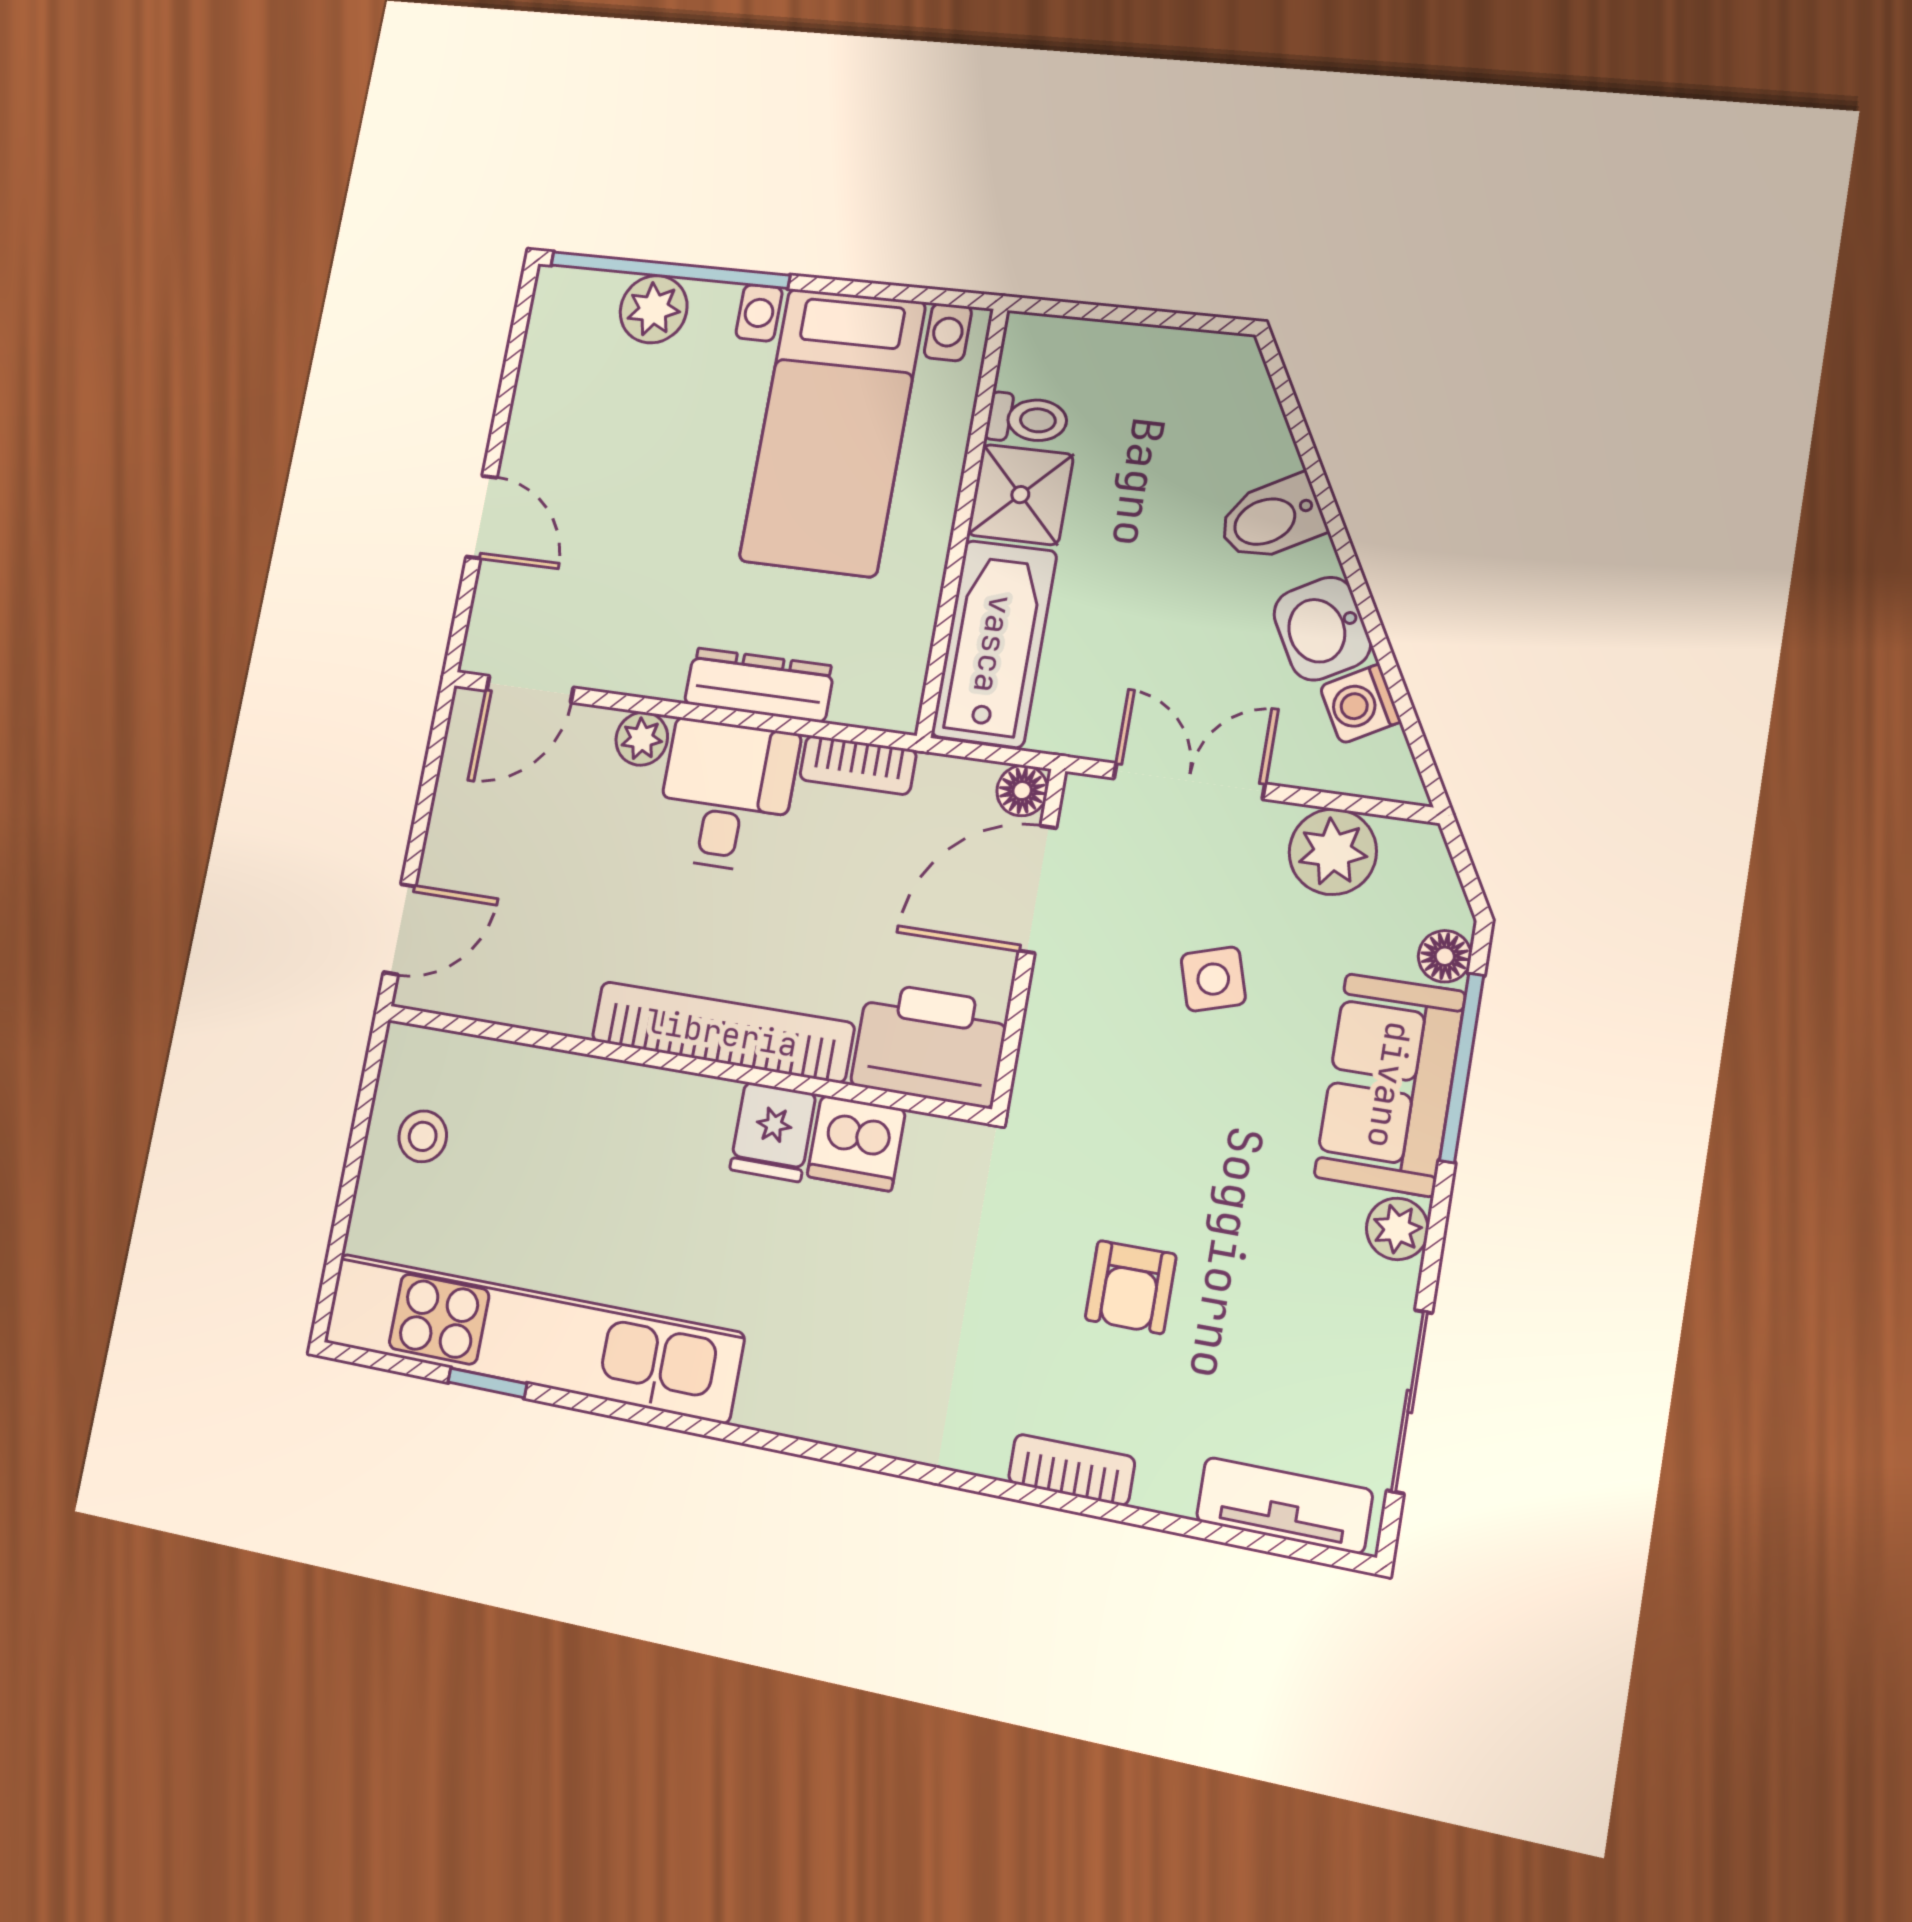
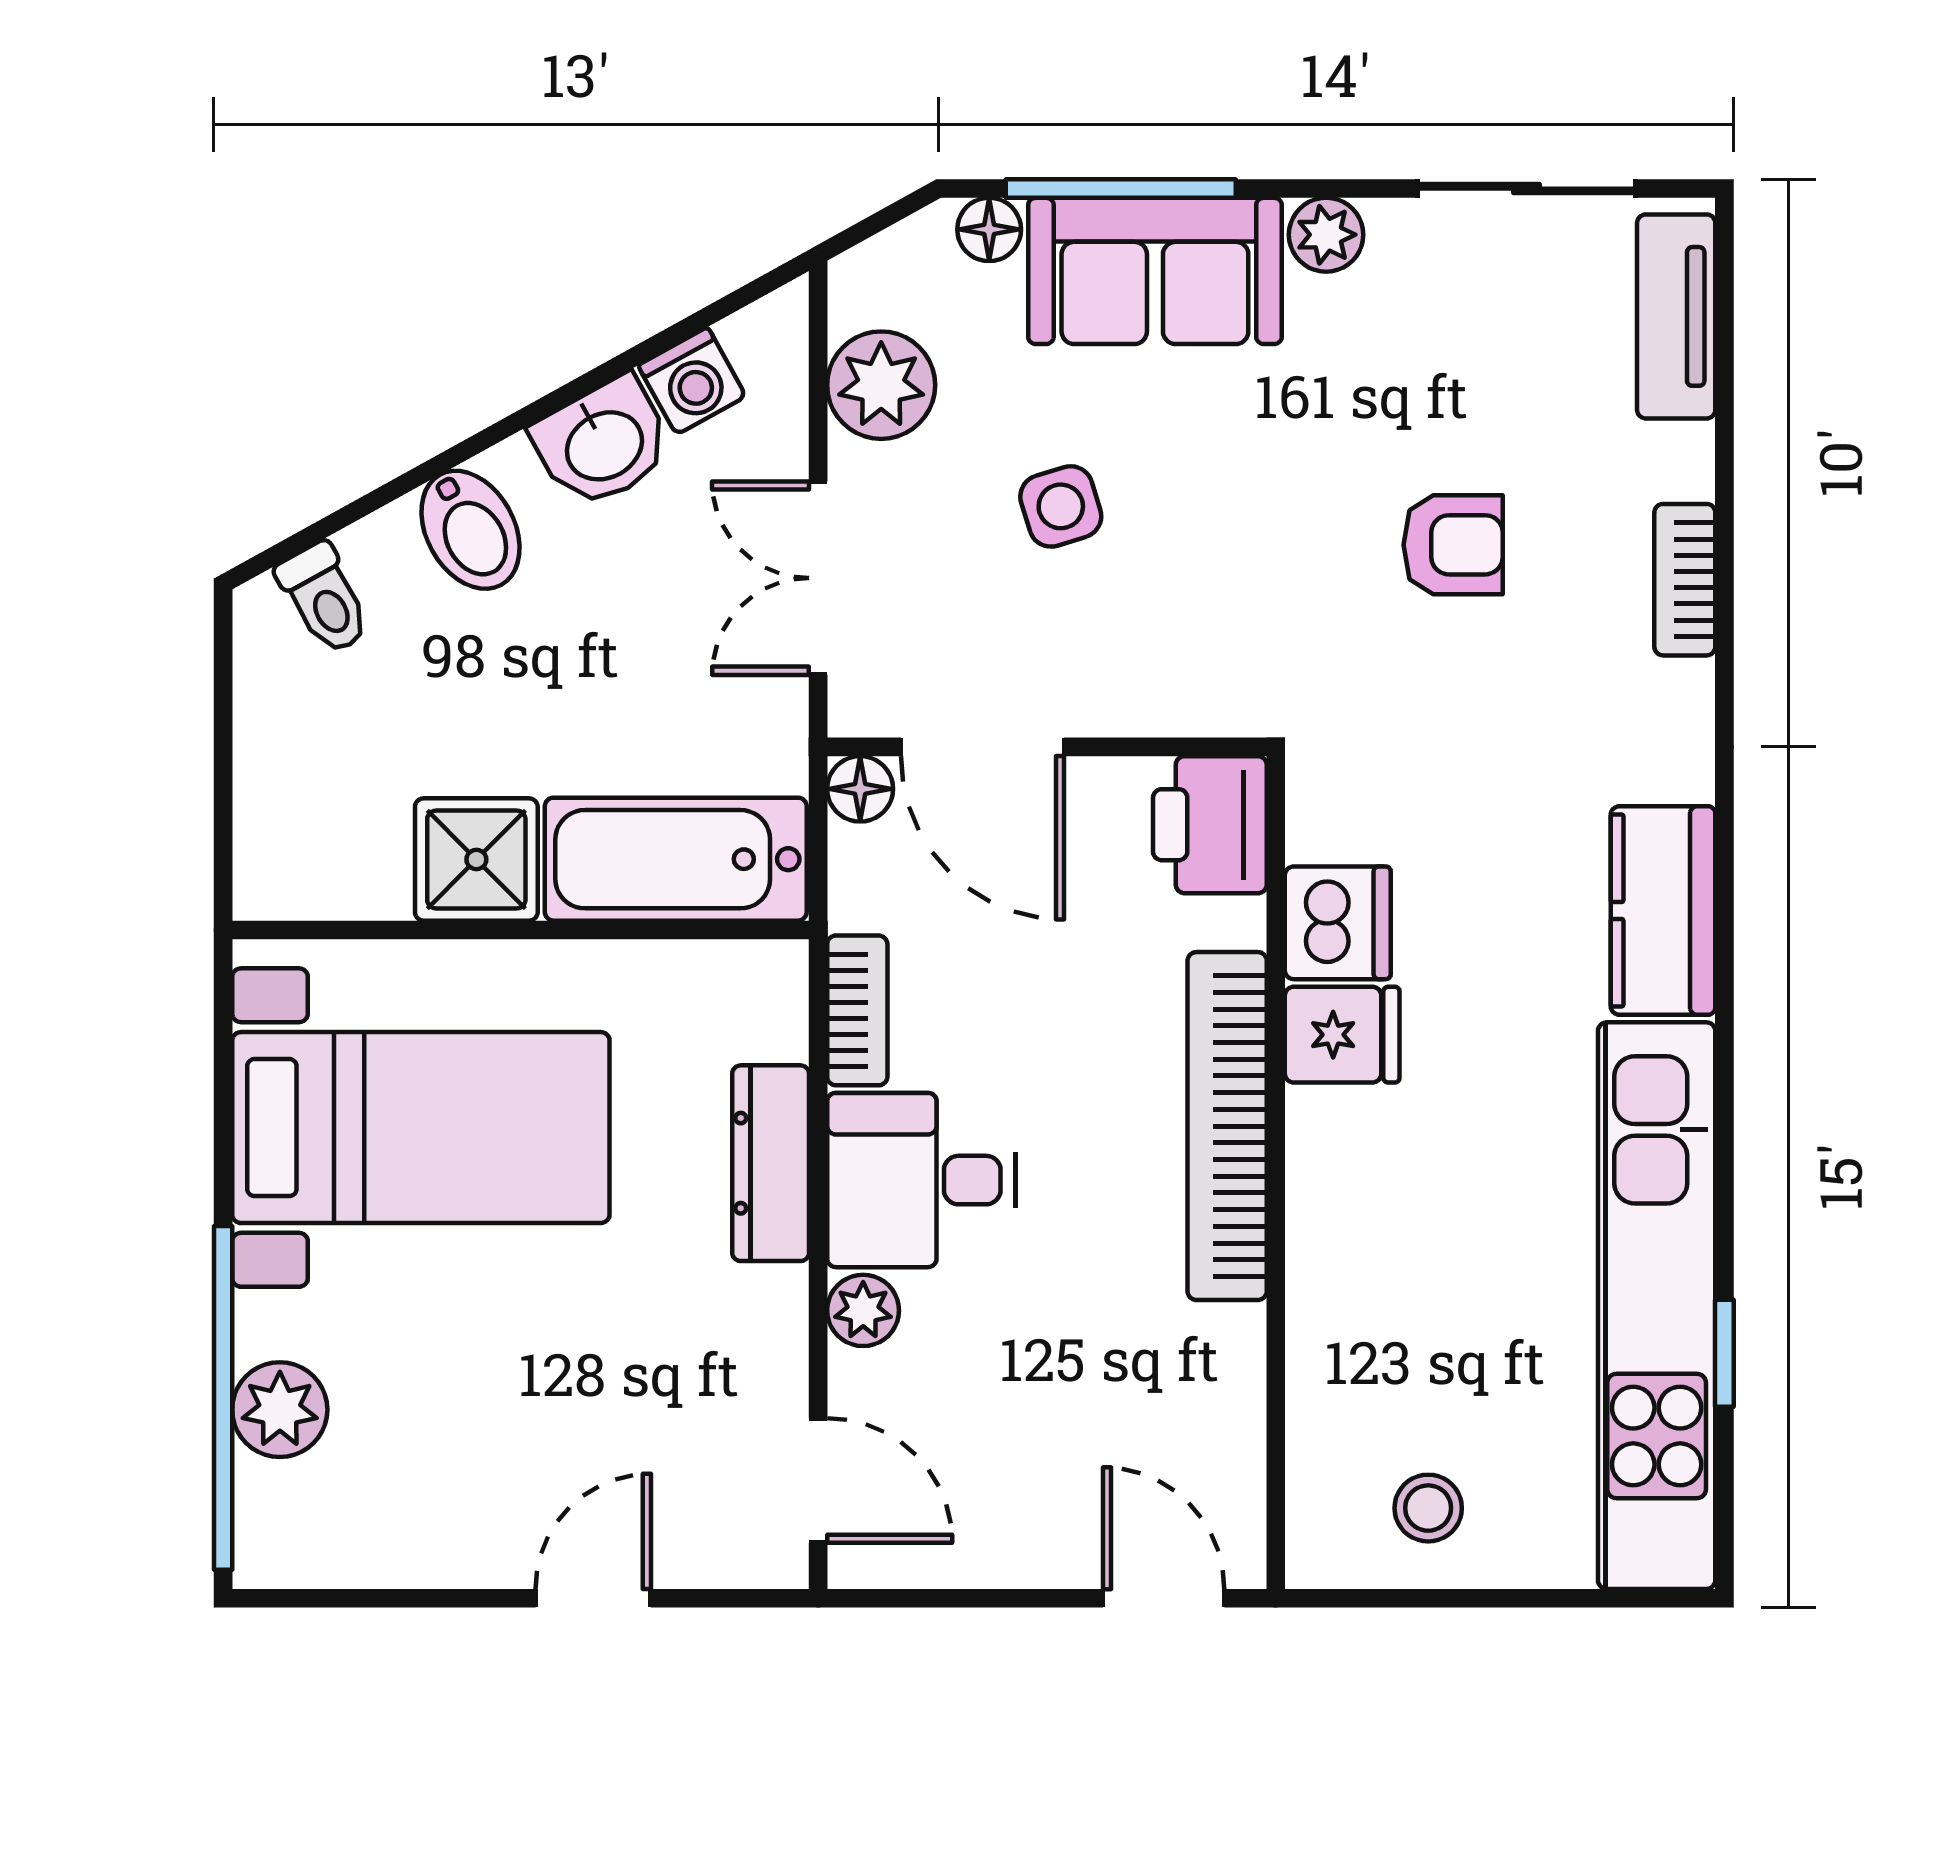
toilet: (1027, 419) -> (324, 599), moved, turned 151
printer: (930, 1044) -> (1210, 825), width x0.73, depth x0.84
kitchen counter: (820, 1401) -> (1663, 910), added

